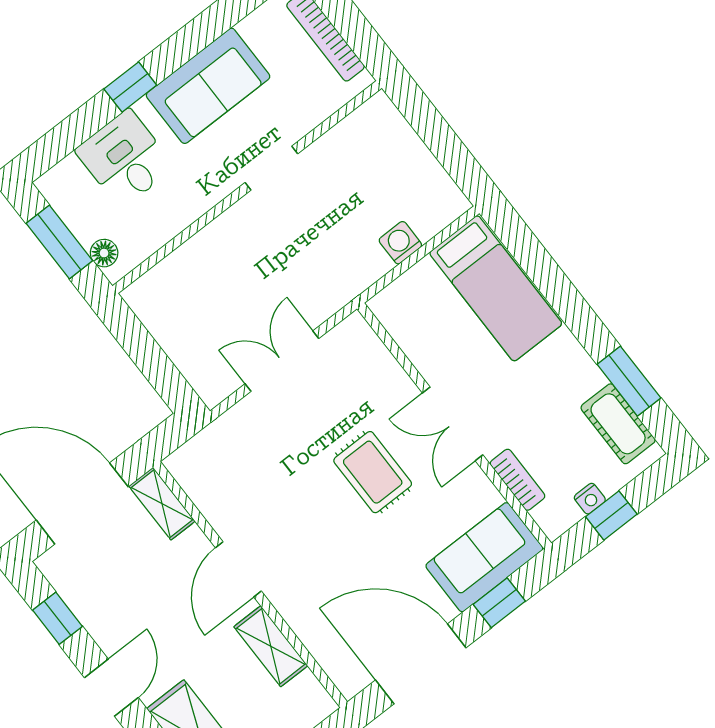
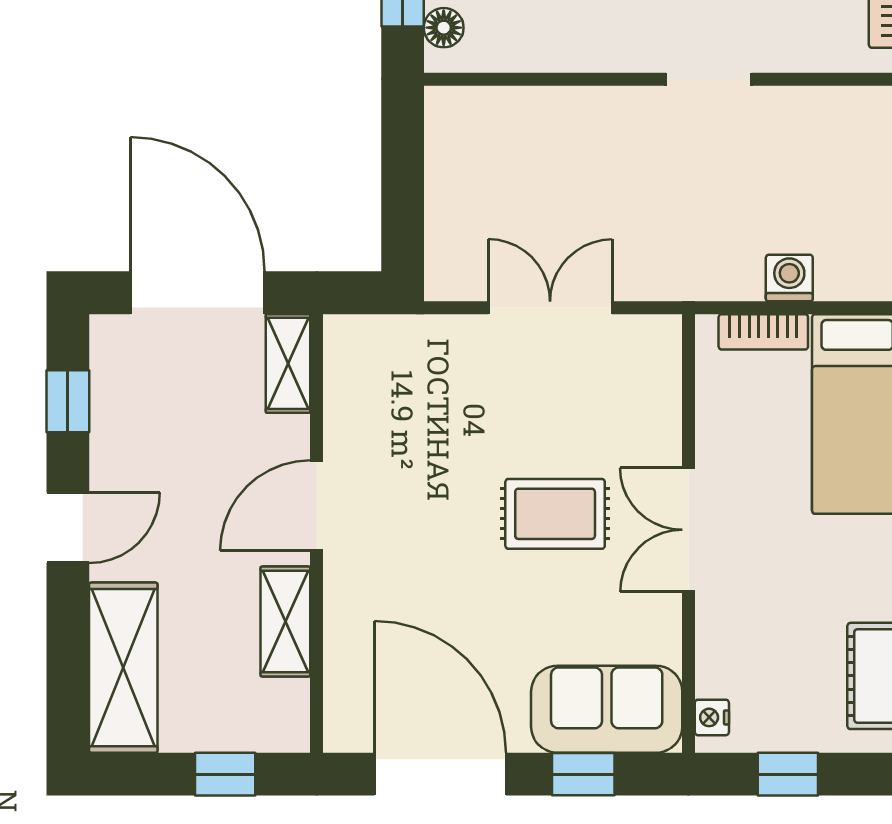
rug: (373, 472) -> (555, 514), turned 90
bookcase: (518, 480) -> (763, 332), moved, turned 90
nightstand: (590, 499) -> (712, 717), moved, turned 90

